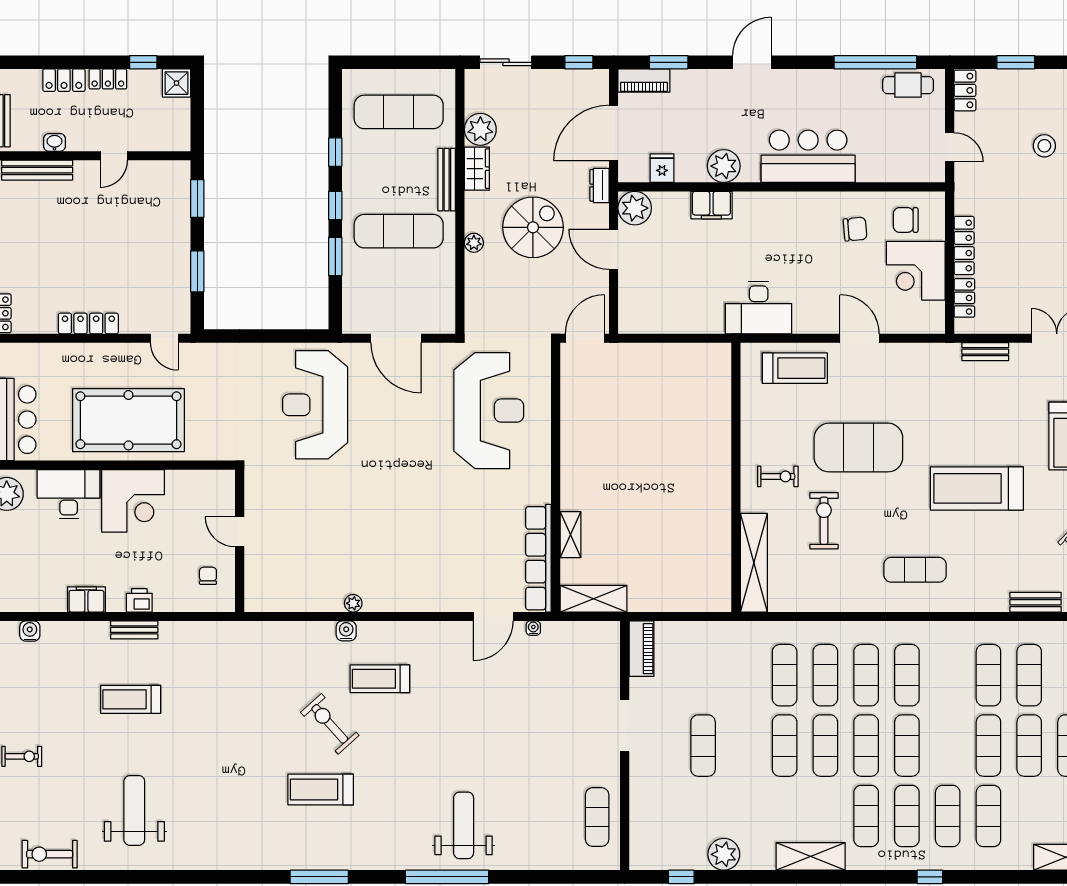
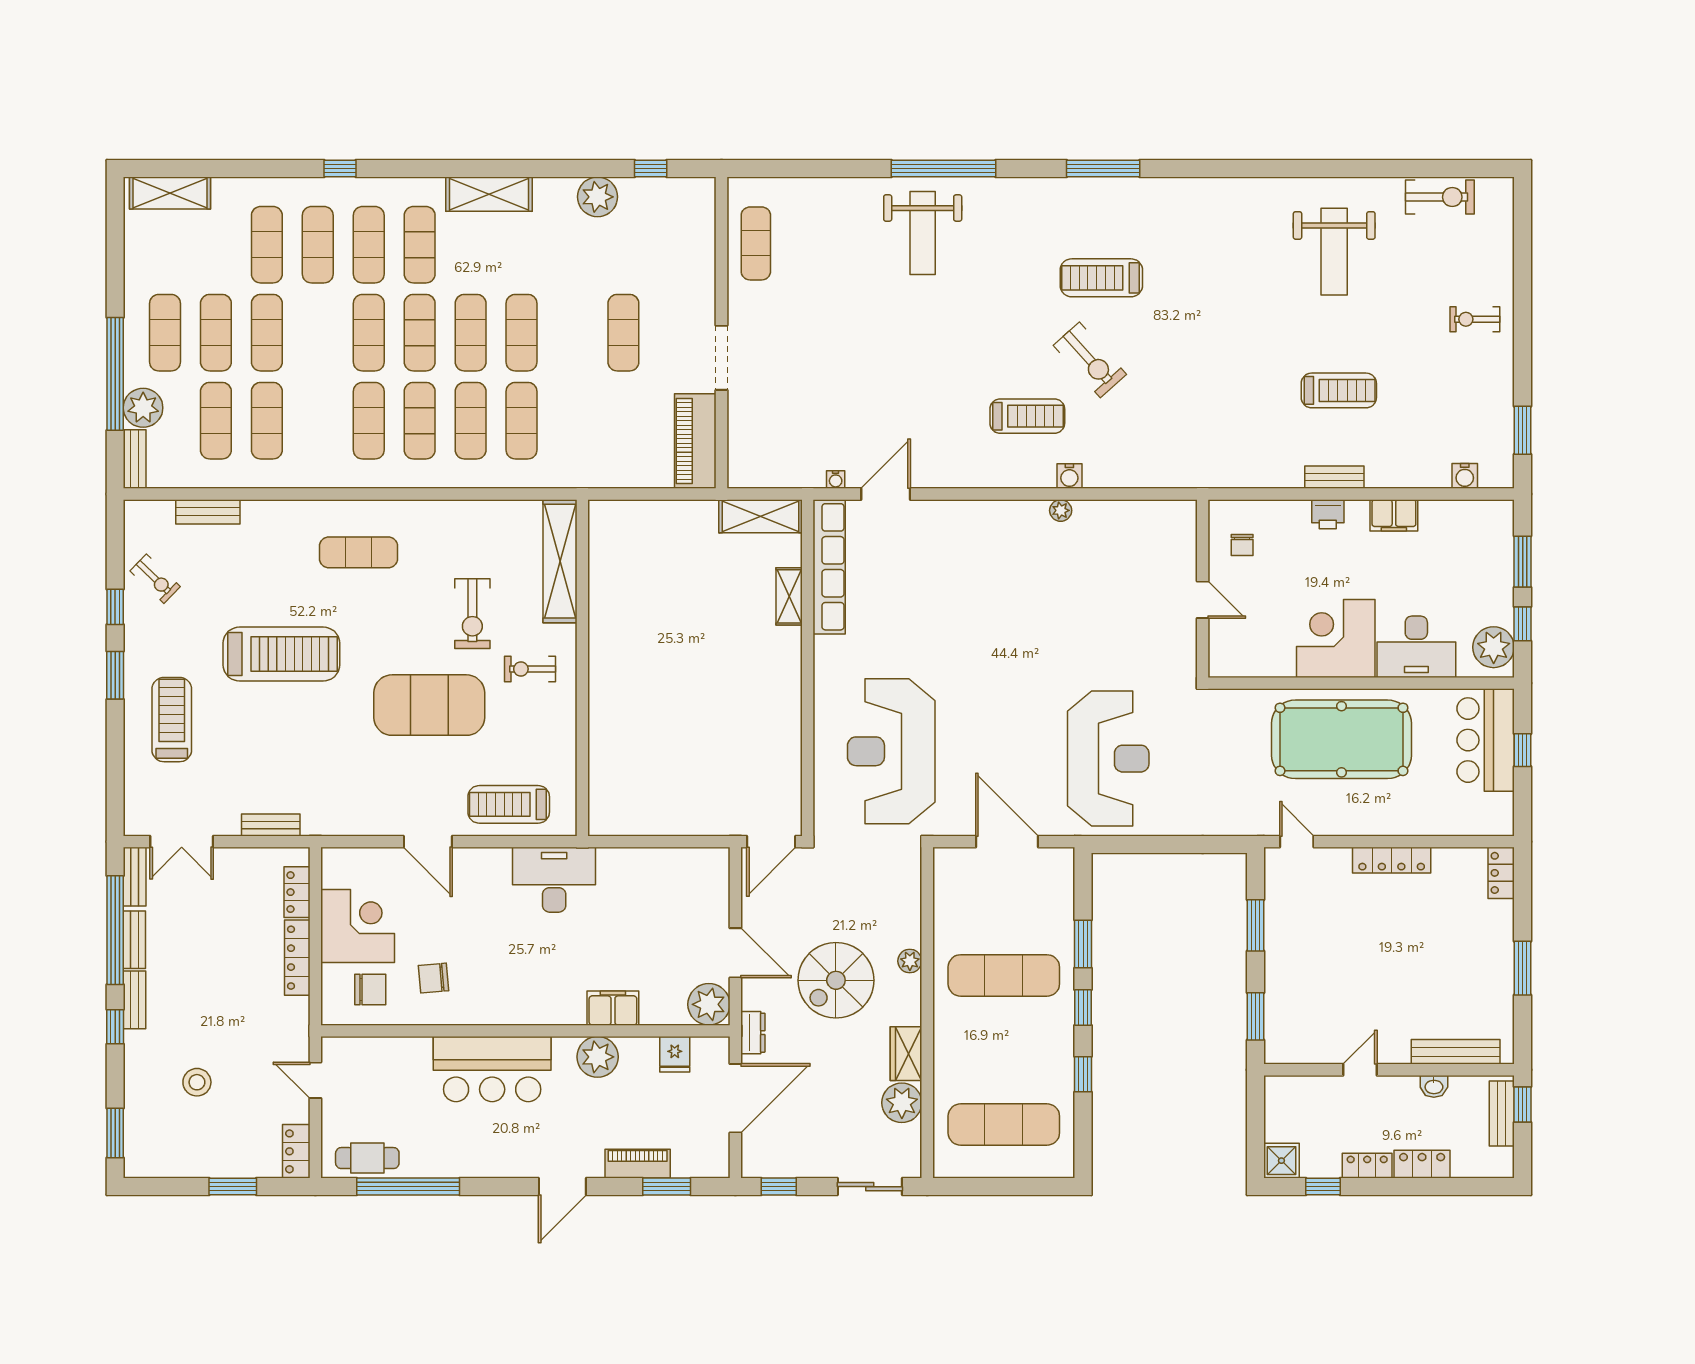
piano: (644, 81) -> (638, 1164), moved
bench: (447, 180) -> (944, 1040), removed
piano: (641, 649) -> (695, 441), width x1.37, depth x1.33
treadmill: (321, 789) -> (1101, 278), turned 180

